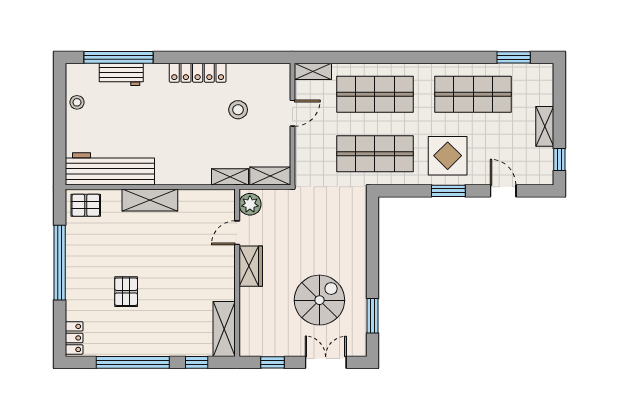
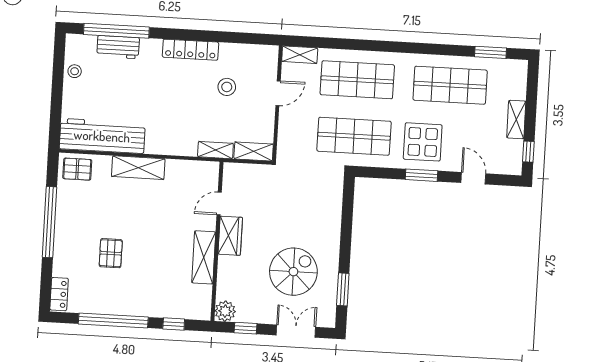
plant: (250, 204) -> (225, 311), moved
shelving: (224, 329) -> (204, 257), moved

